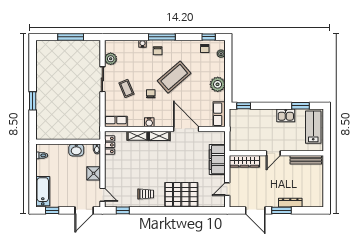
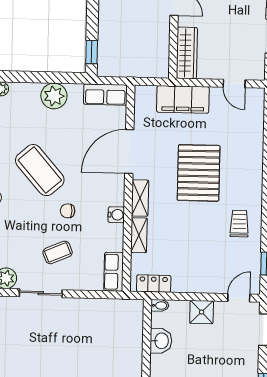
pallet: (181, 194) -> (199, 173), moved

